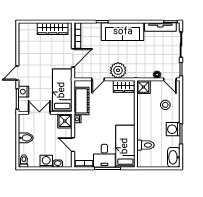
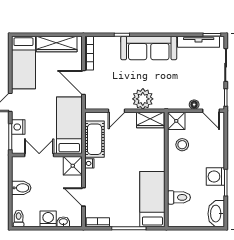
bed: (27, 43) -> (23, 63), added
door: (73, 58) -> (83, 82), swing flipped
stool: (165, 105) -> (182, 145), moved
desk: (104, 156) -> (125, 212), removed

